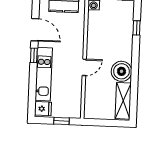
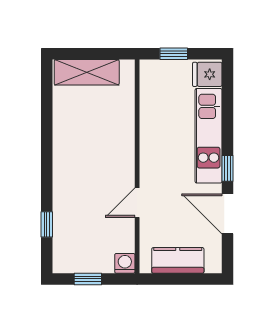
door: (84, 67) -> (137, 203), moved
boiler: (121, 71) -> (71, 146), removed
shelving: (123, 101) -> (87, 72), moved, turned 90

